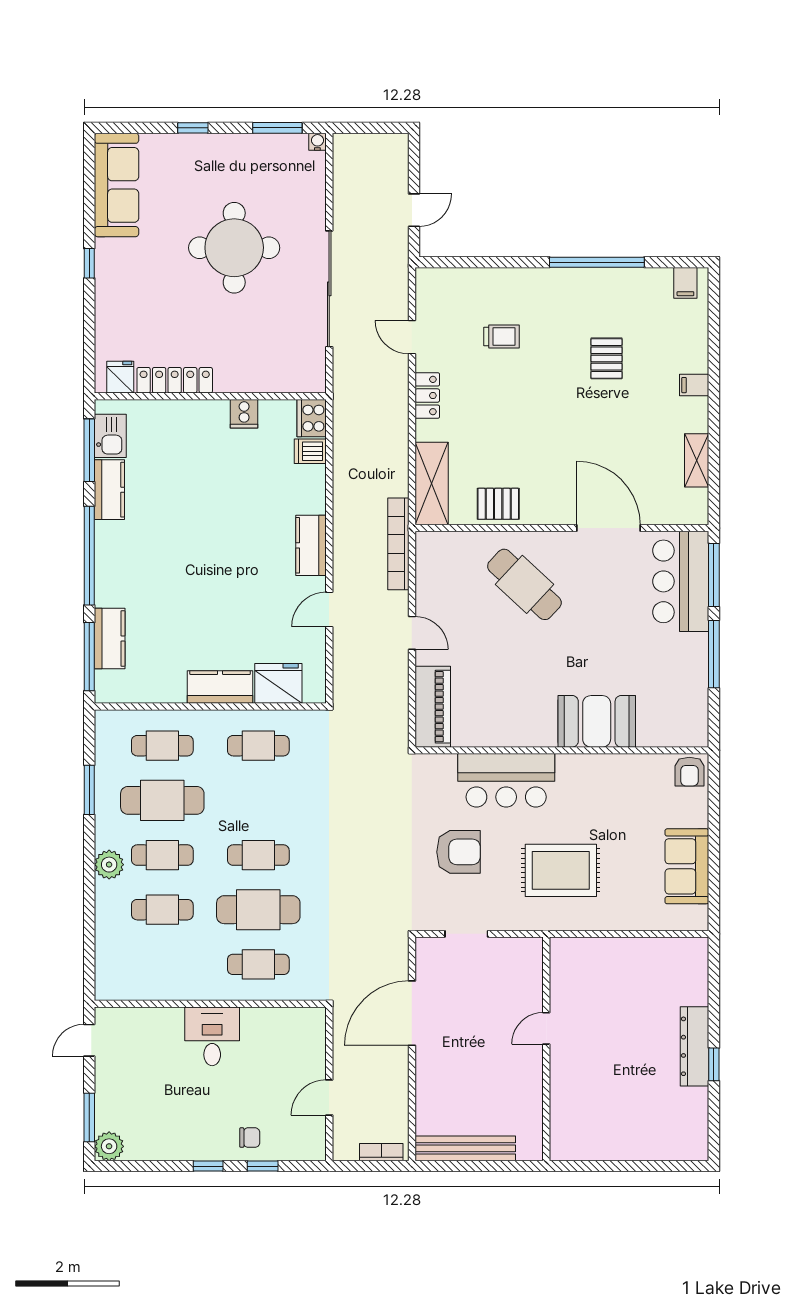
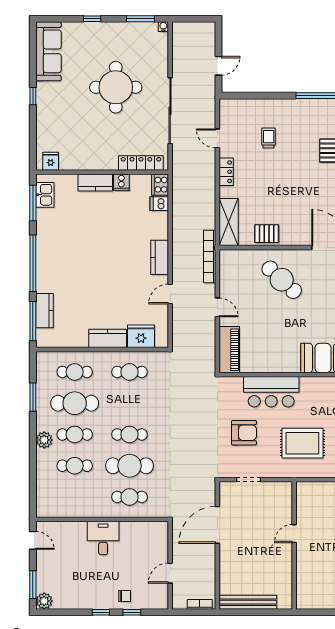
trolley: (501, 336) -> (269, 138), turned -90
locker: (175, 380) -> (141, 163), moved
kitchen counter: (109, 490) -> (95, 182), moved, turned 90
door: (89, 1040) -> (33, 540), swing flipped

